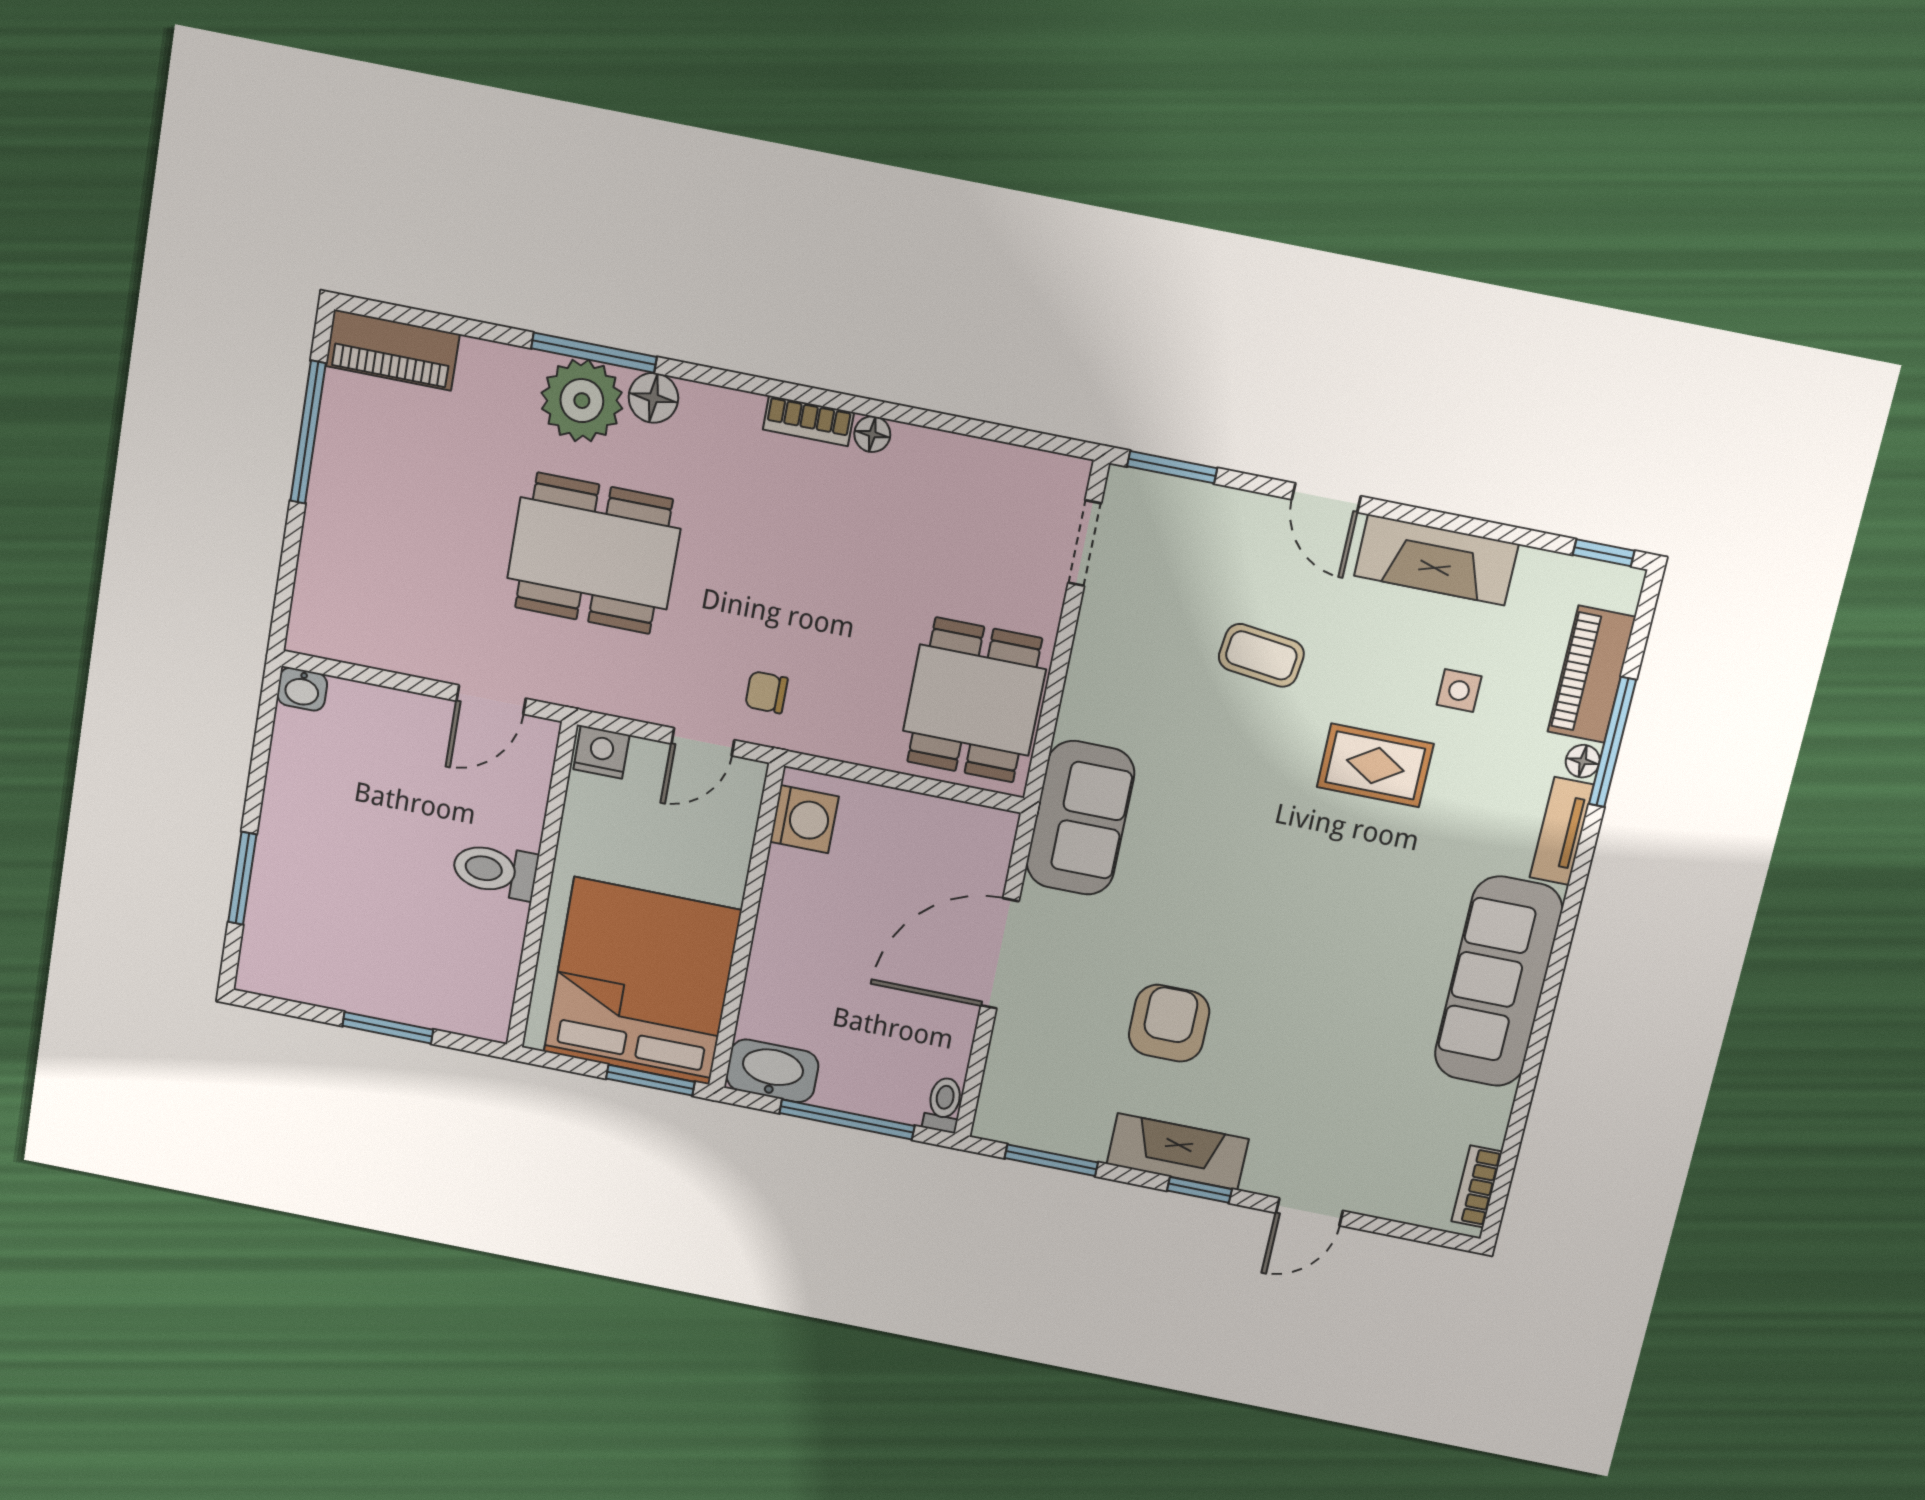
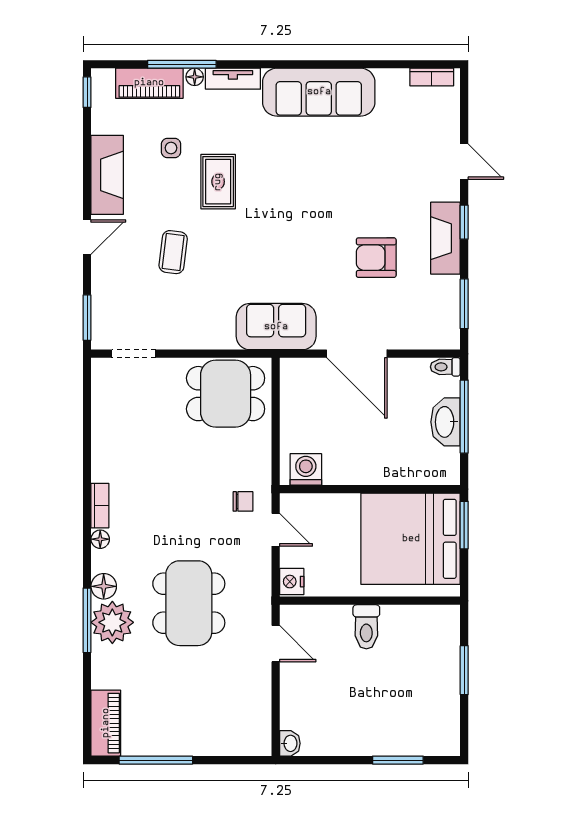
floor lamp: (872, 434) -> (100, 539), moved
chair: (766, 692) -> (243, 501), turned -90
washbasin: (772, 1071) -> (445, 422), moved

